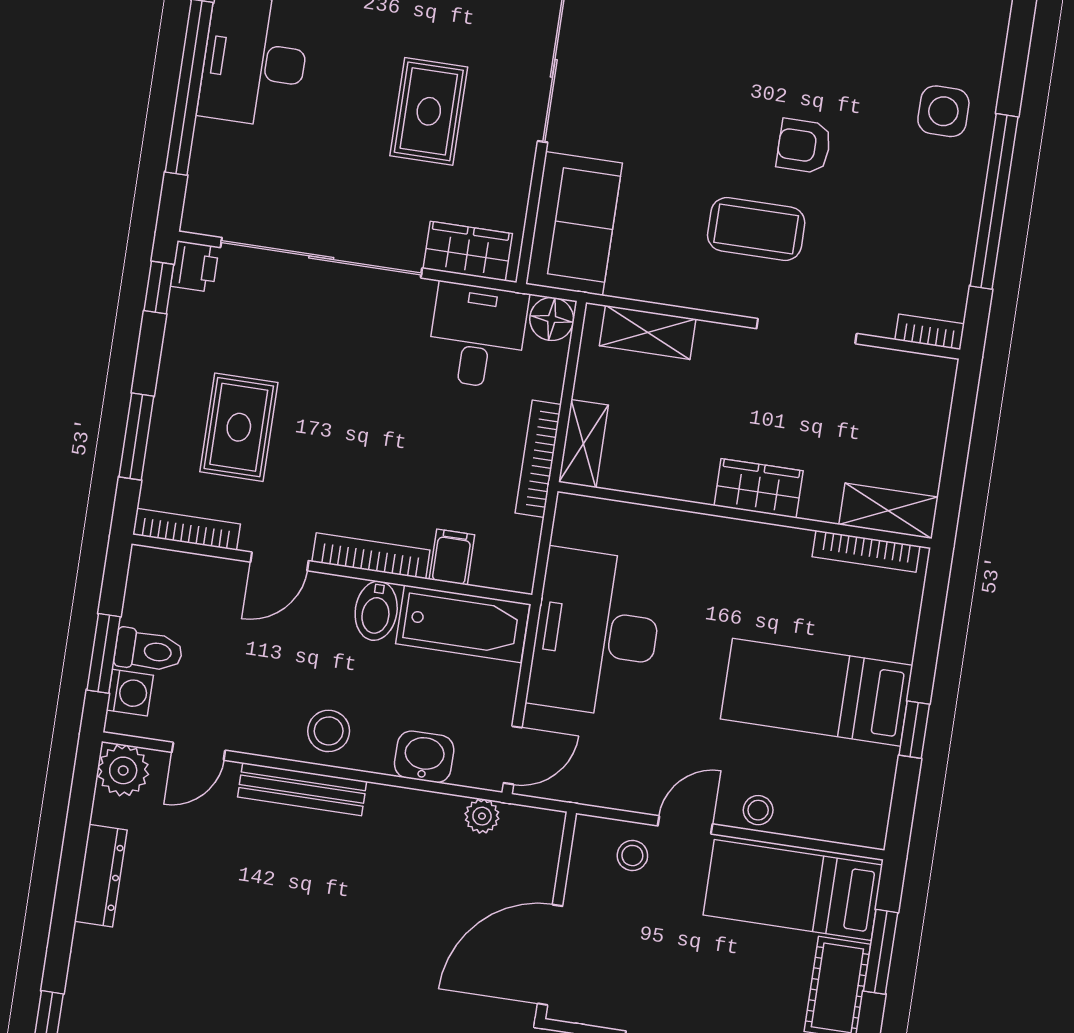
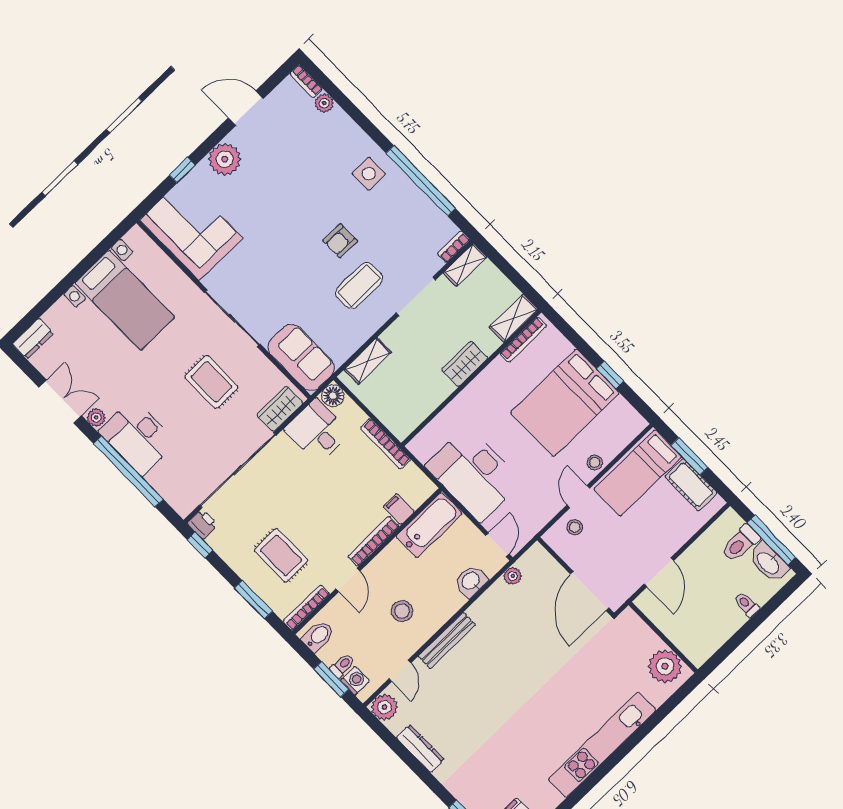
shelving: (583, 444) -> (465, 265), moved, turned 90
bidet: (376, 611) -> (318, 636), moved, turned -90
toilet: (149, 651) -> (342, 665), width x0.73, depth x0.72
bed: (817, 692) -> (565, 403), width x1.50
stool: (329, 731) -> (402, 611), moved

